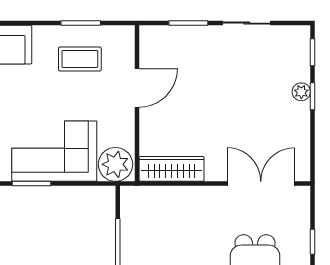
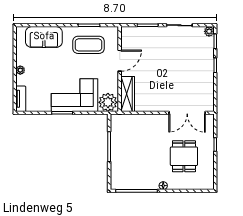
coffee table: (80, 59) -> (88, 45), width x1.36, depth x1.32
plant: (301, 92) -> (209, 31), moved
wardrobe: (172, 169) -> (128, 94), moved, turned 90
double door: (261, 184) -> (187, 113), swing flipped

